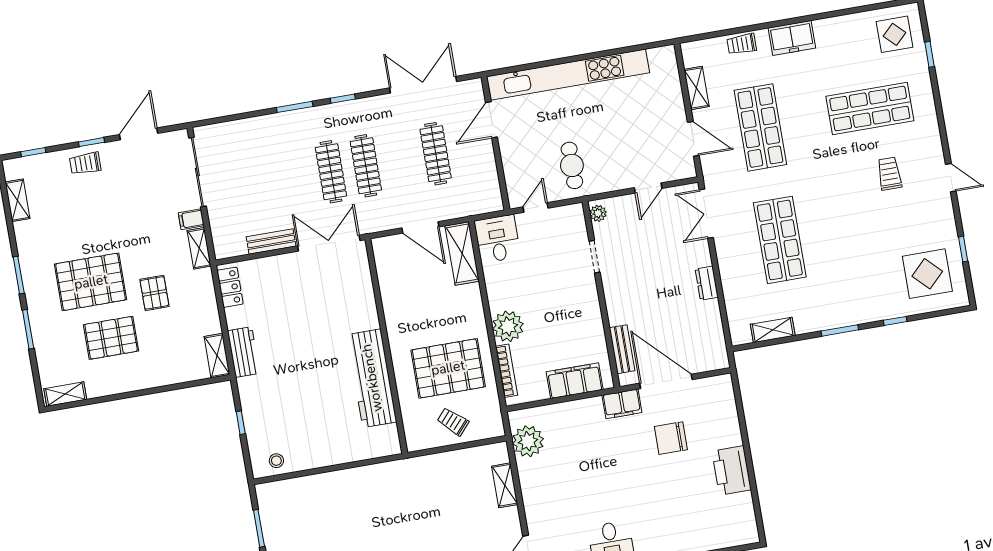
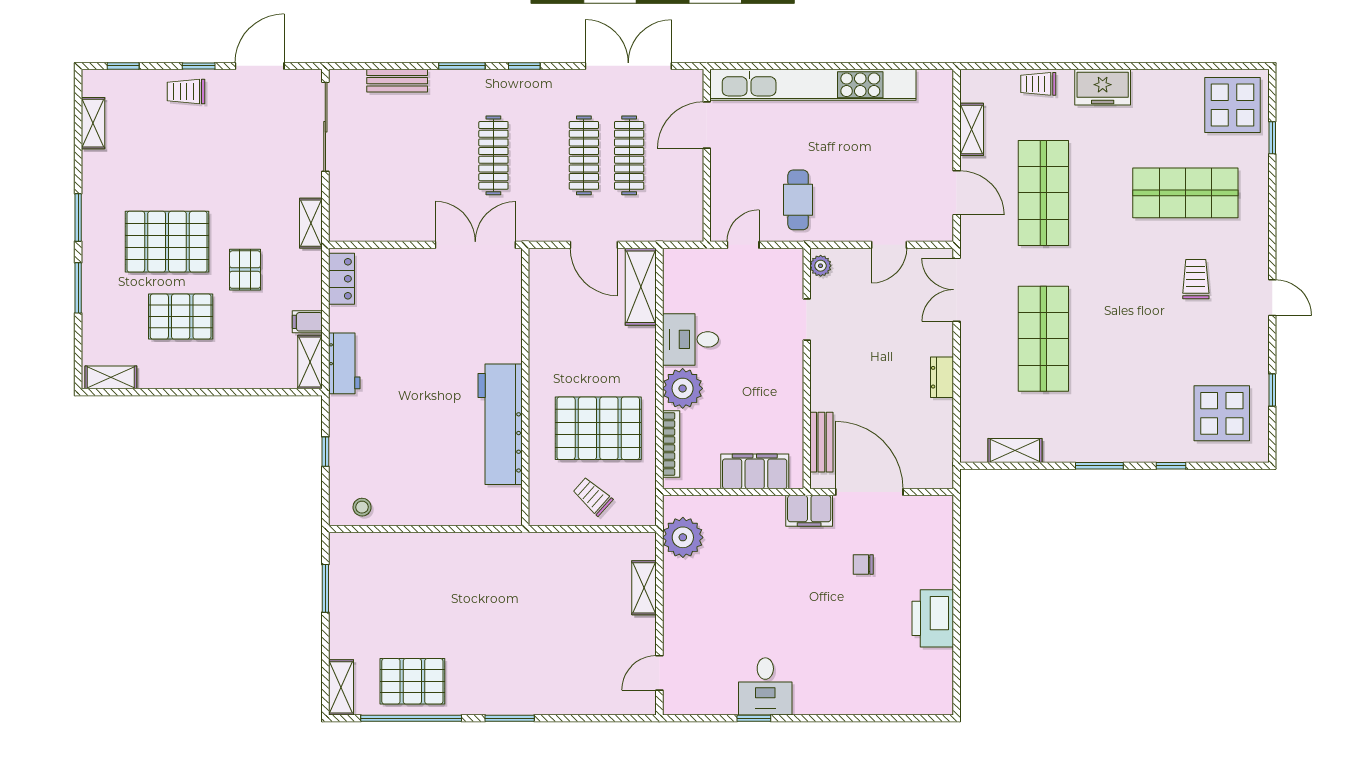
display table: (895, 34) -> (1233, 105), width x1.36, depth x1.36
clothes rail: (366, 166) -> (584, 155), moved
filing cabinet: (191, 219) -> (307, 322), moved
desk: (497, 239) -> (690, 339), moved, turned -90
bench: (271, 241) -> (397, 81), moved
chair: (671, 438) -> (863, 564), width x0.54, depth x0.54

